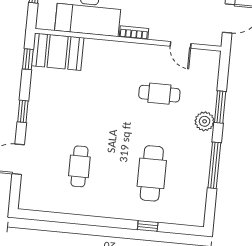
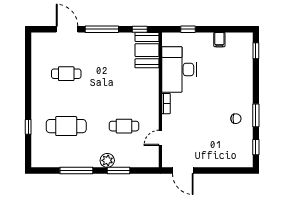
cafe table: (159, 94) -> (124, 126), turned 90
window: (23, 111) -> (102, 29), width x2.17

